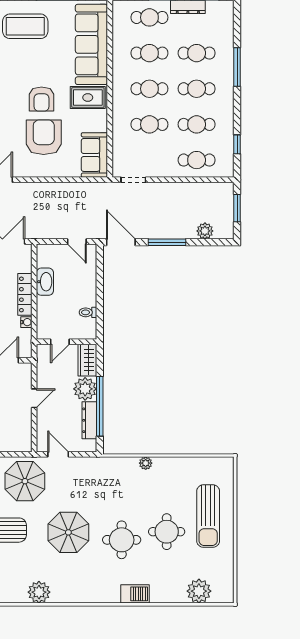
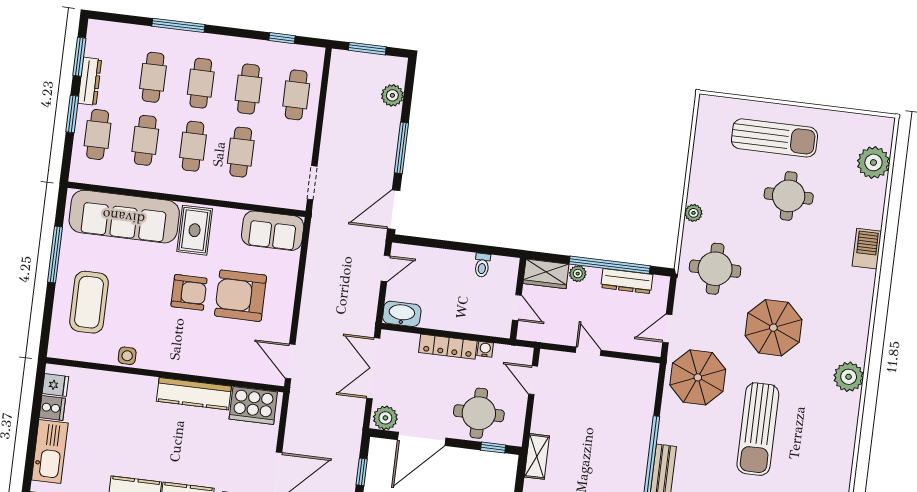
washbasin: (45, 282) -> (402, 314), moved
plant: (85, 389) -> (578, 274), width x0.53, depth x0.53
round table: (122, 540) -> (715, 269), moved

